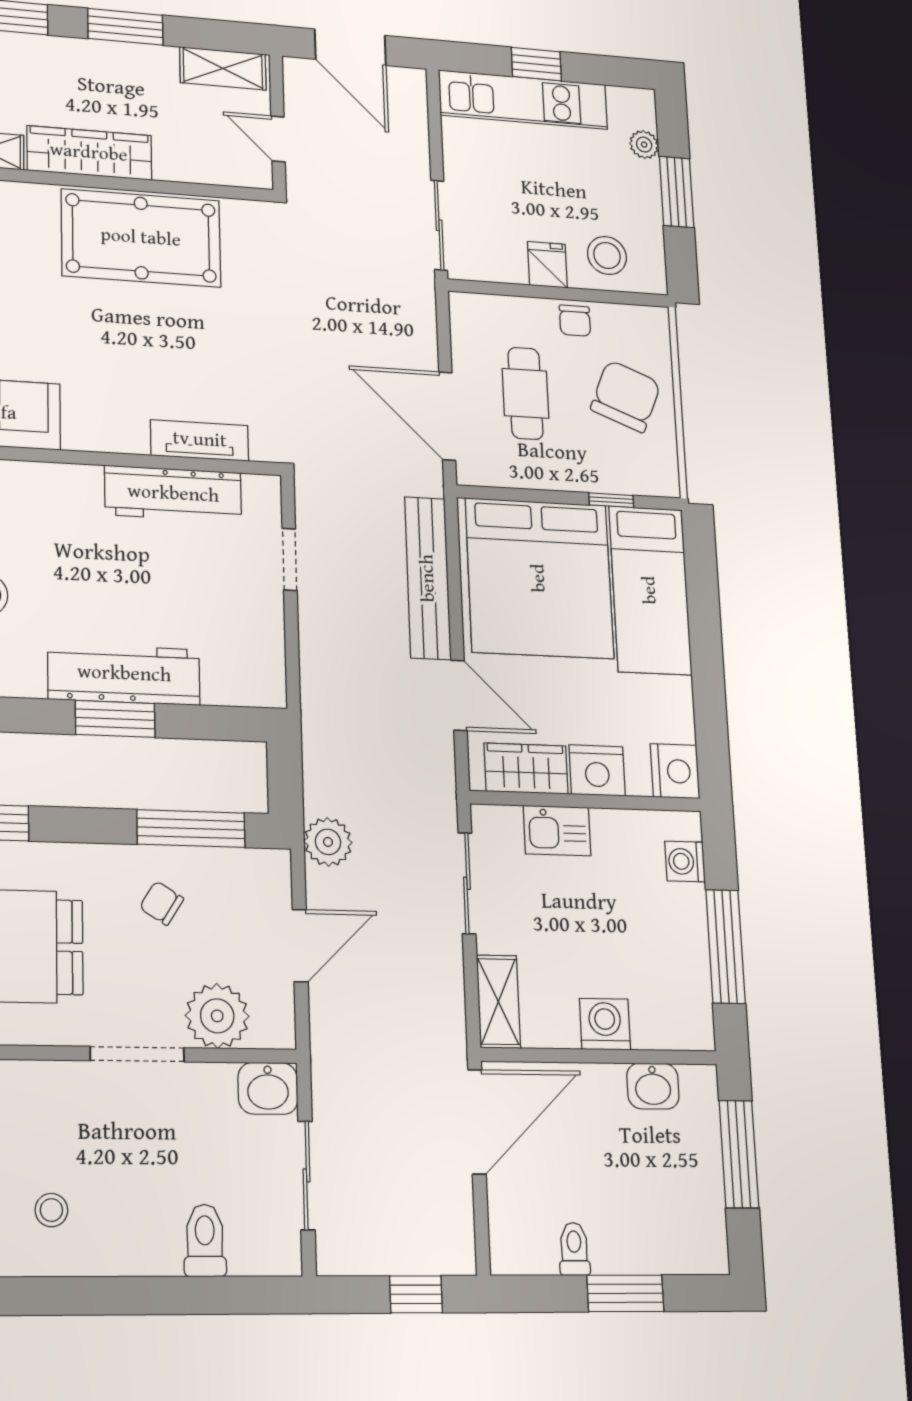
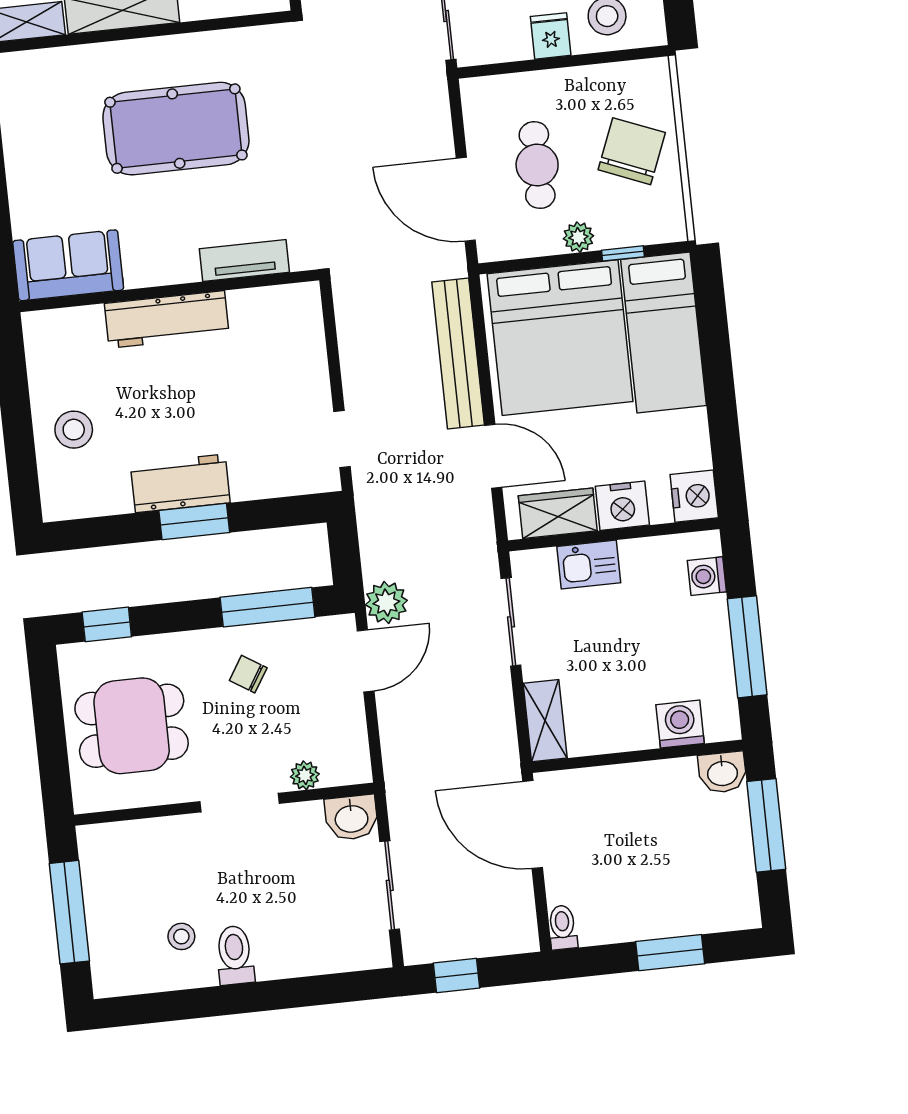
pool table: (141, 238) -> (176, 129), moved
chair: (575, 321) -> (580, 86), removed
plant: (565, 475) -> (578, 237), added
workbench: (173, 494) -> (167, 319), moved
doorway: (290, 559) -> (342, 439), moved
workbench: (124, 674) -> (180, 483), width x0.73
door: (300, 946) -> (366, 661), moved
plant: (217, 1016) -> (305, 775), width x0.53, depth x0.53
washing machine: (605, 1024) -> (680, 724), moved
washbasin: (653, 1086) -> (722, 772), moved
door: (477, 1122) -> (533, 825), swing flipped
toilet: (205, 1240) -> (235, 955), moved
toilet: (574, 1249) -> (563, 927), moved
window: (416, 1294) -> (457, 975), moved

